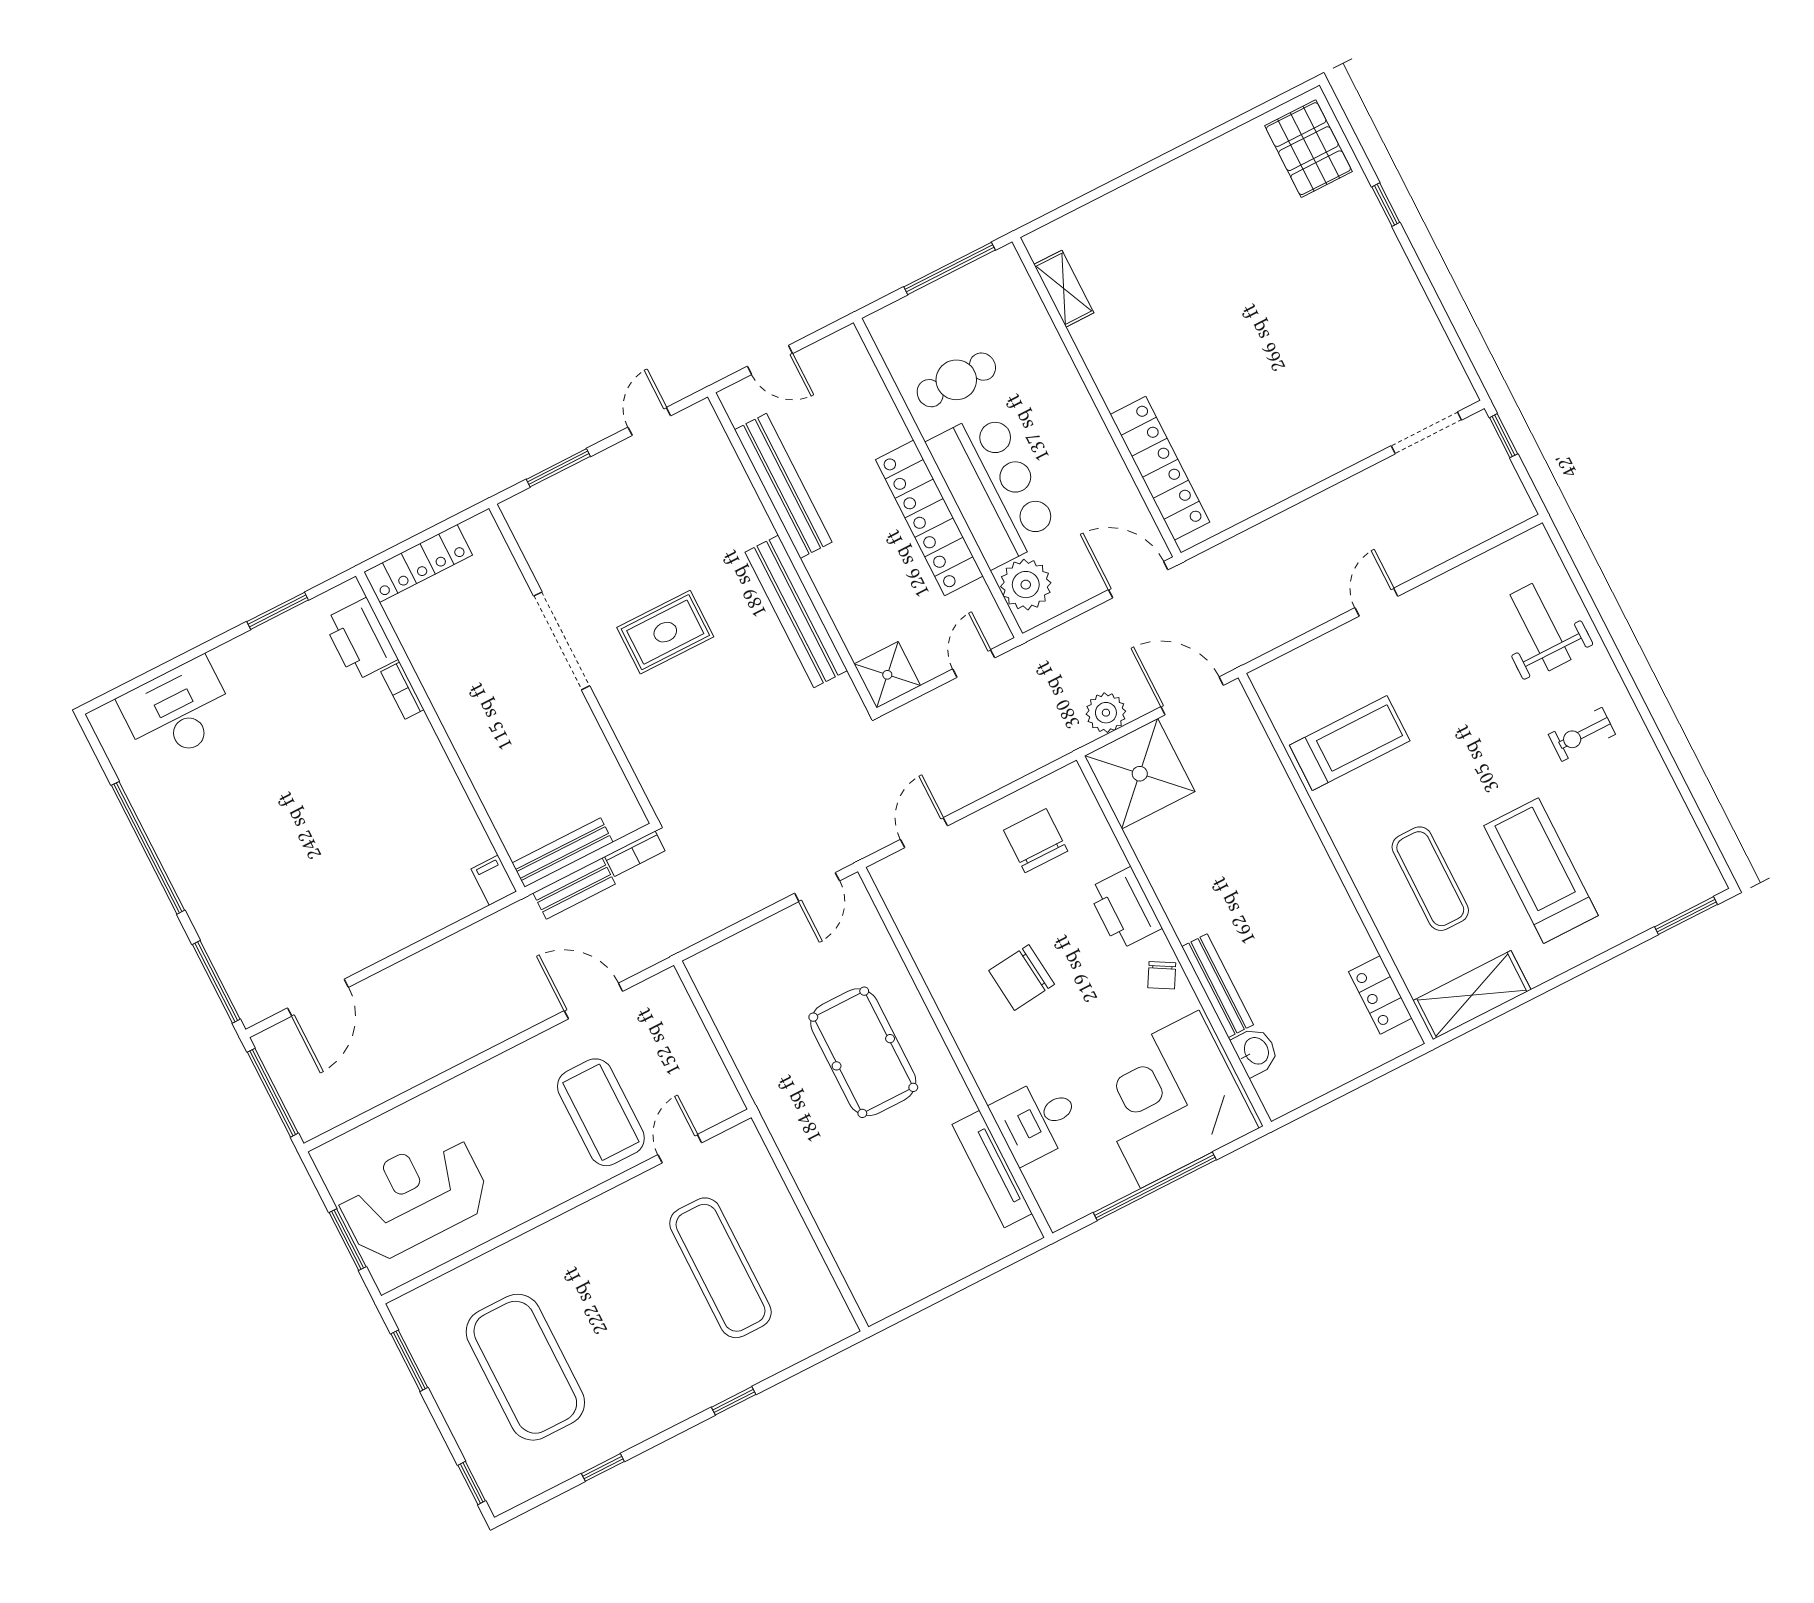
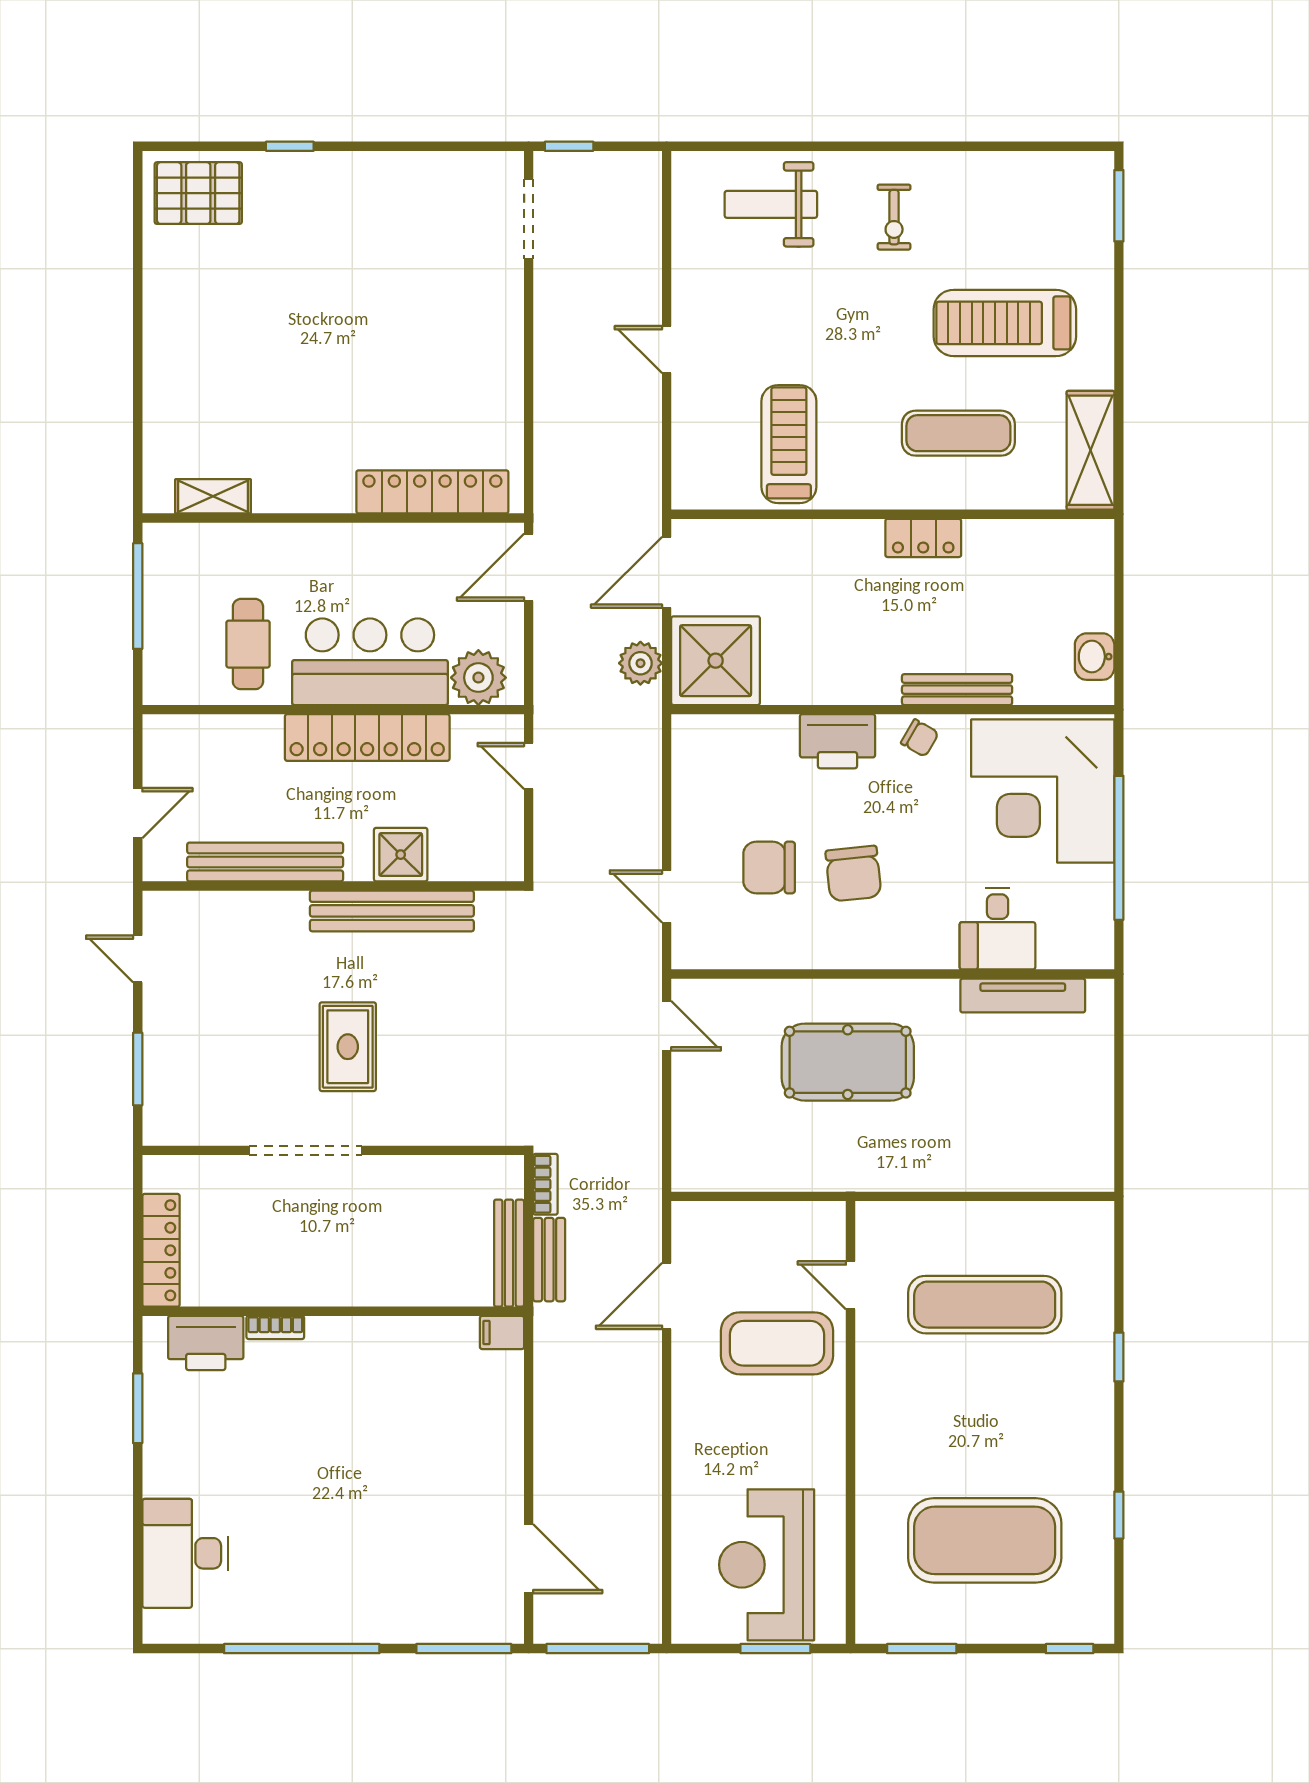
shower: (887, 675) -> (401, 855), moved
chair: (1036, 841) -> (769, 868), moved
locker: (1380, 995) -> (923, 538), moved
washbasin: (1255, 1051) -> (1095, 657), moved, turned -90

